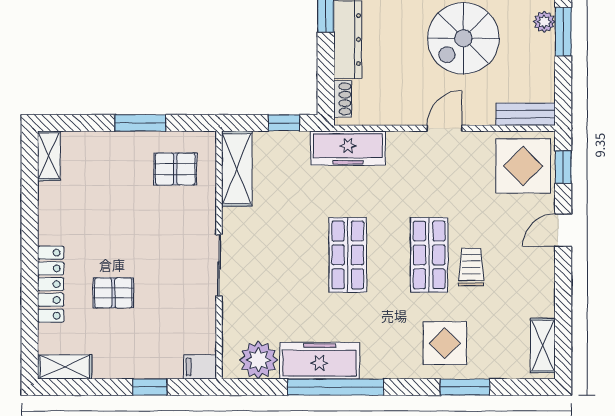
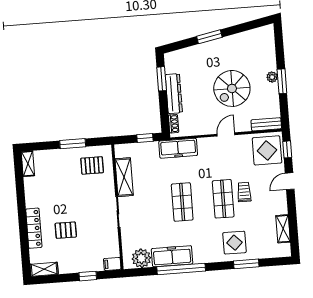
shelving: (237, 169) -> (124, 177), moved
trolley: (471, 267) -> (244, 192), moved
shelving: (543, 345) -> (283, 229), moved

